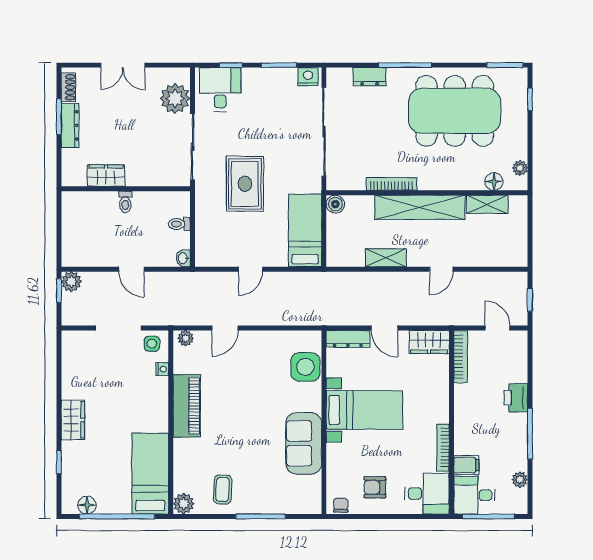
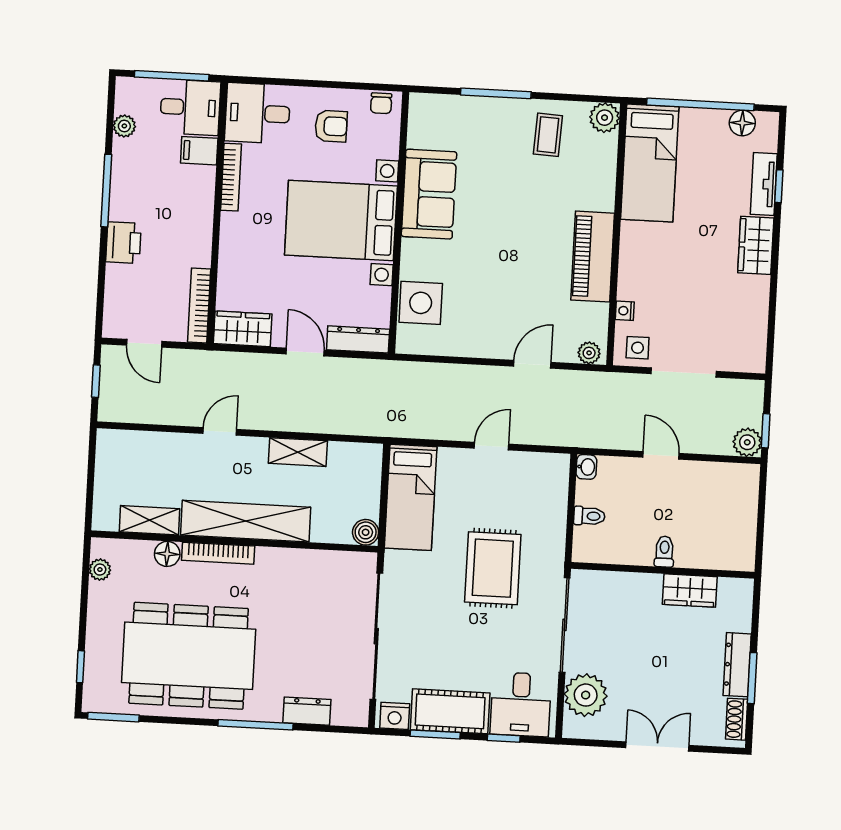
cot: (269, 82) -> (450, 711), added
floor lamp: (494, 181) -> (167, 554), moved
bookcase: (392, 184) -> (218, 553), moved
bed with nightstands: (364, 410) -> (341, 220), width x1.36
tv unit: (70, 463) -> (764, 184), added

